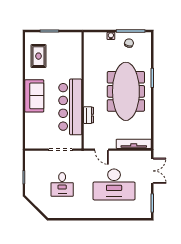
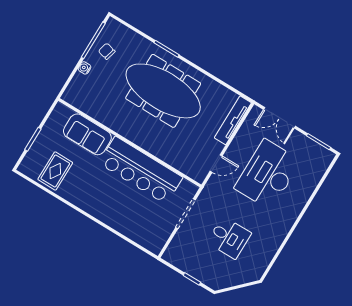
rug: (39, 56) -> (55, 171), turned 90
sofa: (34, 96) -> (87, 134), moved, turned 180
dresser: (89, 115) -> (164, 154), removed
double door: (152, 171) -> (280, 118), swing flipped
desk: (114, 184) -> (268, 174), turned 180

